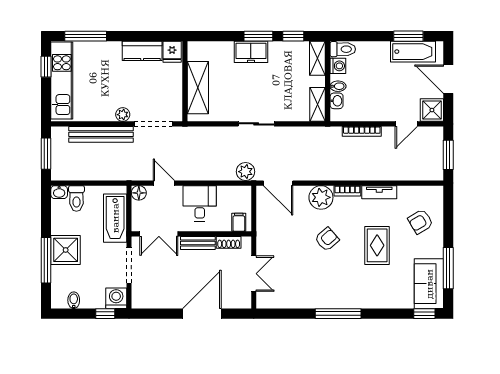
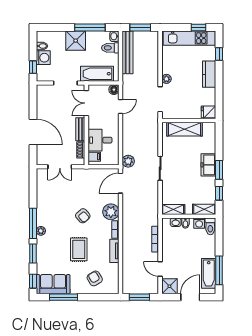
window: (86, 36) -> (219, 54), width x0.46
window: (408, 36) -> (219, 270), width x1.44
kitchen counter: (142, 51) -> (209, 74), moved
bench: (101, 134) -> (128, 52), moved
desk: (200, 203) -> (100, 140), moved, turned 180
rug: (377, 245) -> (79, 249), turned 90
window: (46, 260) -> (90, 27), moved
washing machine: (116, 298) -> (43, 58), moved
plant: (349, 302) -> (41, 231), added
window: (383, 314) -> (33, 254), added

